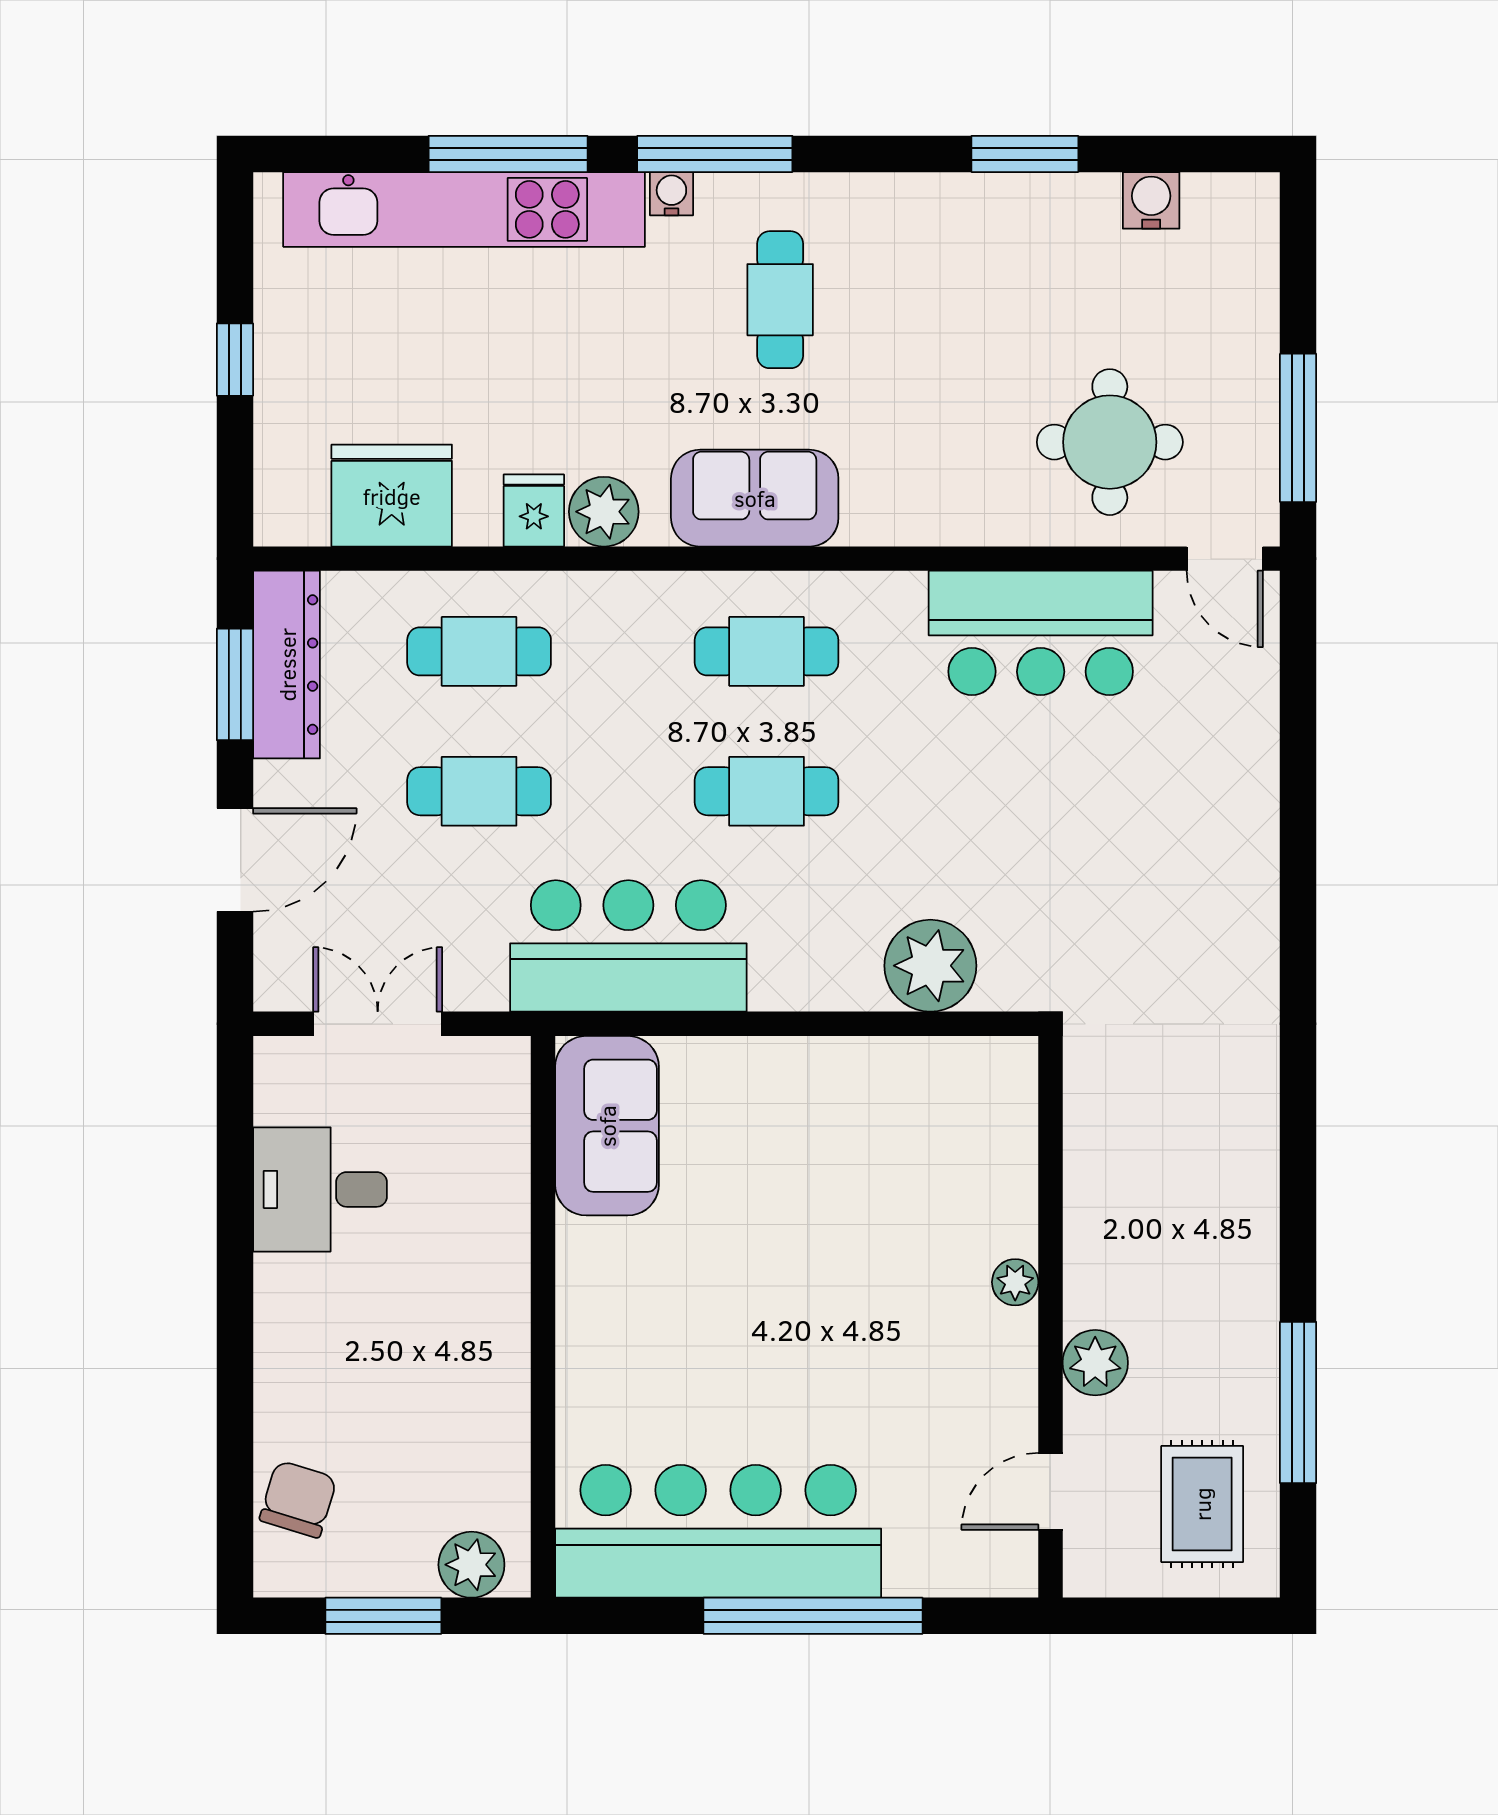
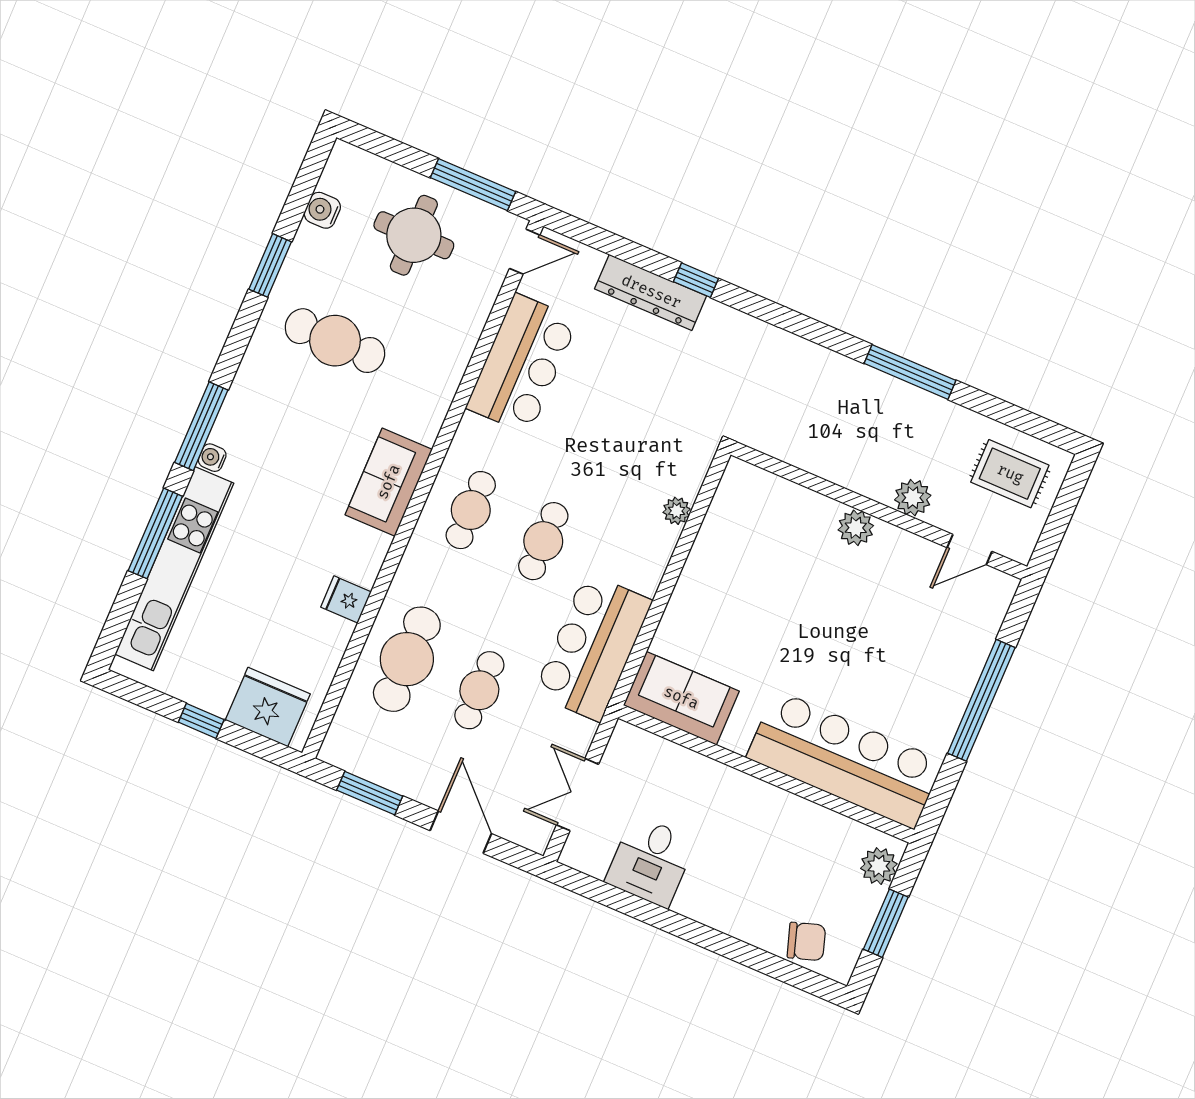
cafe table: (780, 300) -> (335, 341), moved, width x1.37, depth x1.35
round table: (1110, 442) -> (414, 235), moved
fridge: (392, 496) -> (268, 707), moved, turned 90
plant: (604, 512) -> (362, 563), removed
cafe table: (479, 651) -> (407, 659), width x1.37, depth x1.35
dresser: (287, 665) -> (651, 292), moved, turned 180
window: (1298, 858) -> (696, 280), added
plant: (930, 966) -> (677, 511), width x0.53, depth x0.53
plant: (1015, 1282) -> (856, 528), width x1.38, depth x1.38
window: (1298, 1402) -> (910, 372), moved
door: (1050, 1491) -> (970, 550), hinge flipped
chair: (298, 1499) -> (806, 941), turned 145
bar counter: (718, 1531) -> (845, 759), moved, turned 90

